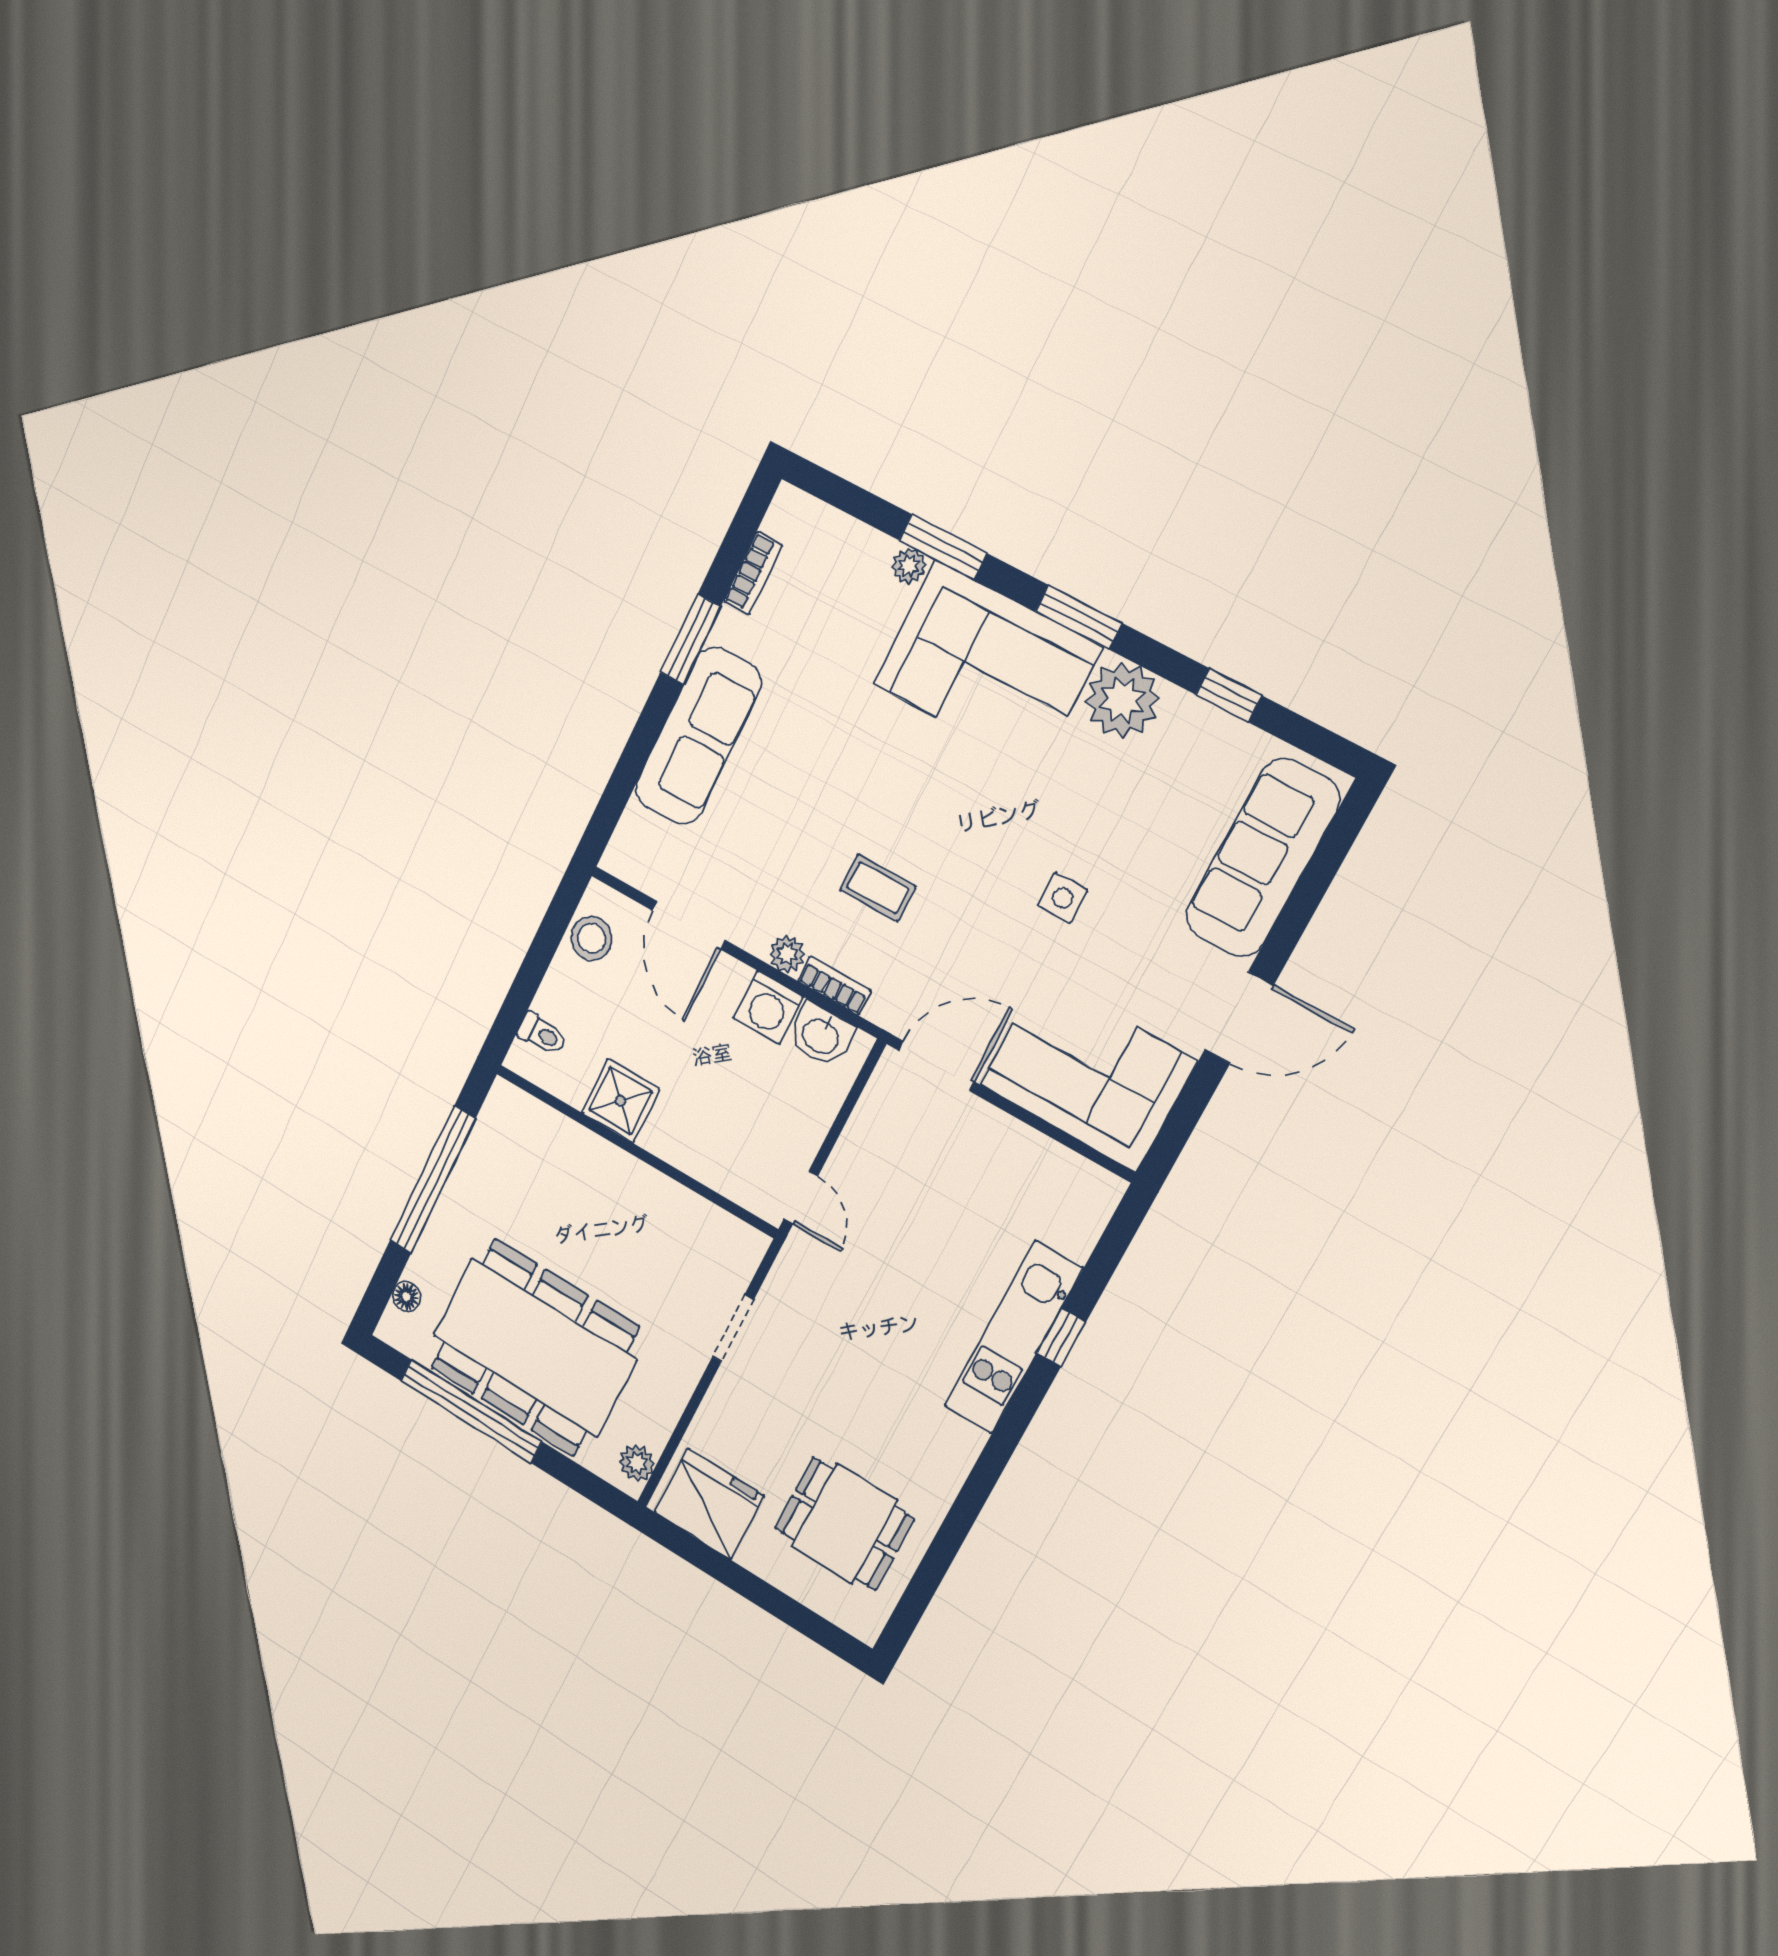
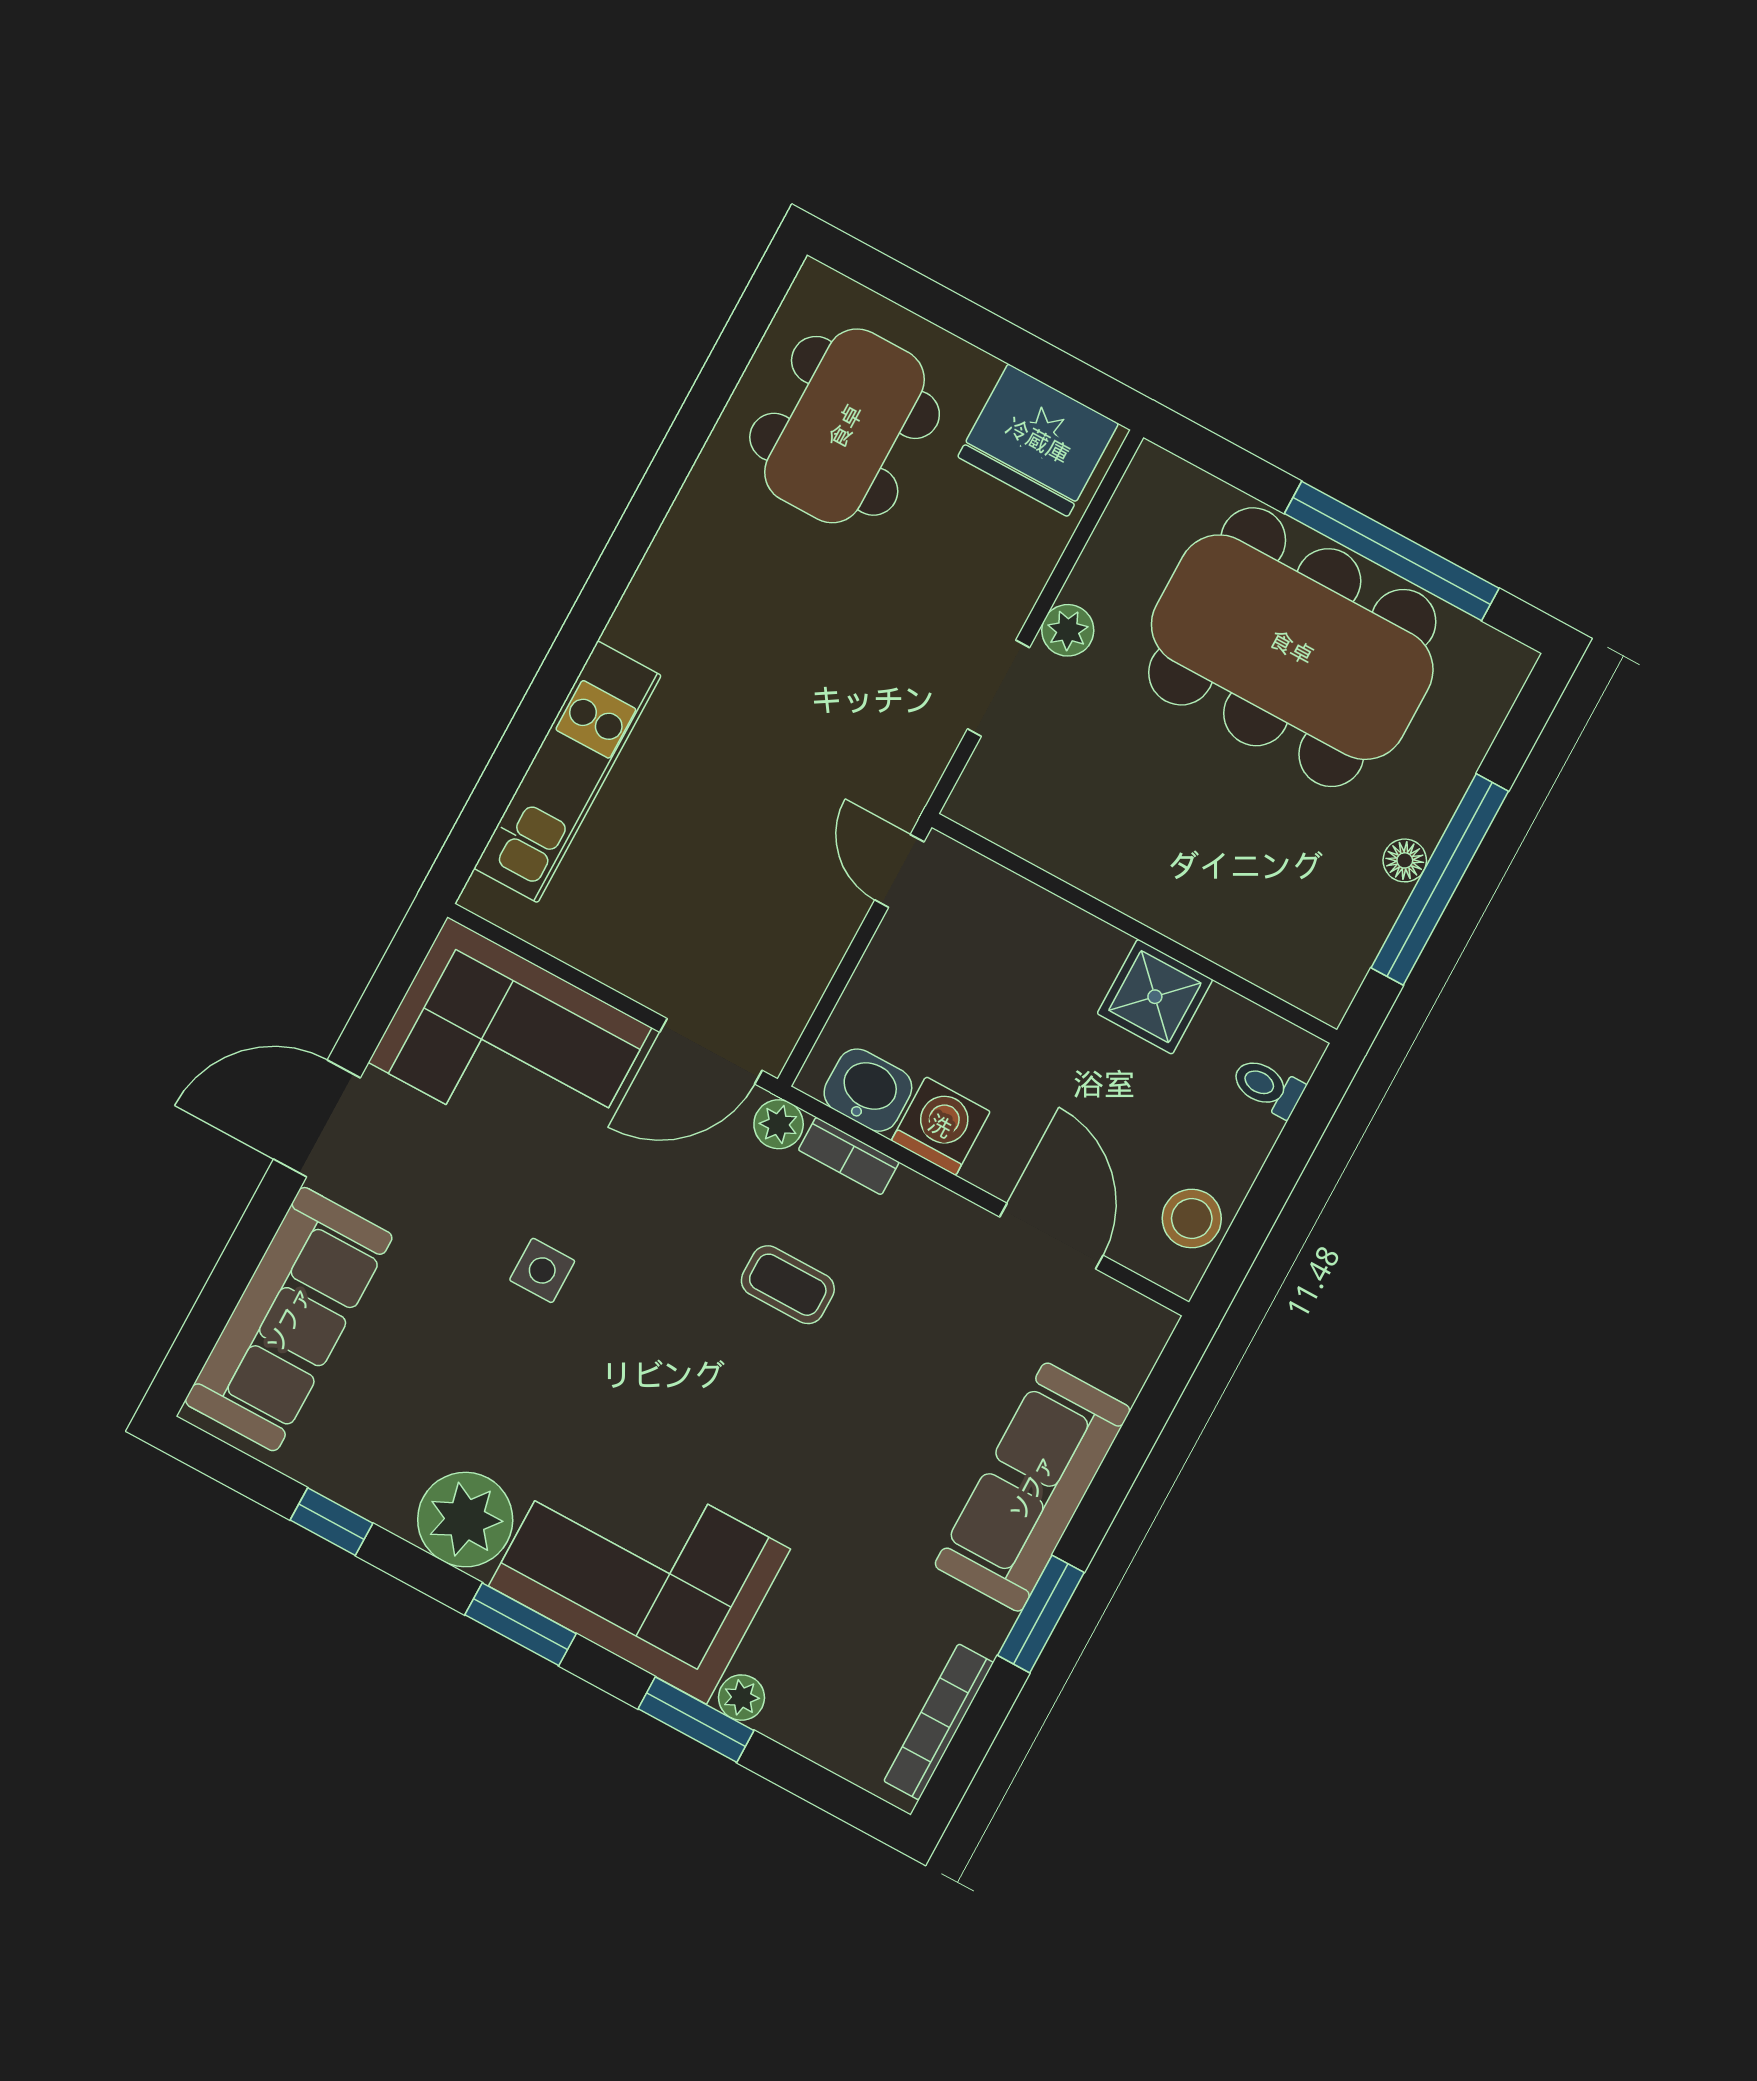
bookcase: (753, 573) -> (939, 1722), width x1.56
plant: (787, 954) -> (779, 1124), moved
floor lamp: (406, 1297) -> (1405, 860), moved
kitchen unit: (1013, 1337) -> (567, 772), moved
window: (1061, 1337) -> (546, 697), removed
plant: (637, 1463) -> (1068, 630), moved
dining table: (844, 1524) -> (845, 426), width x1.38

